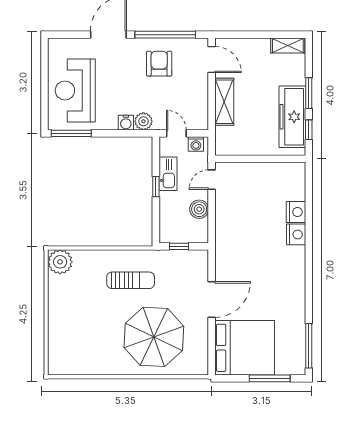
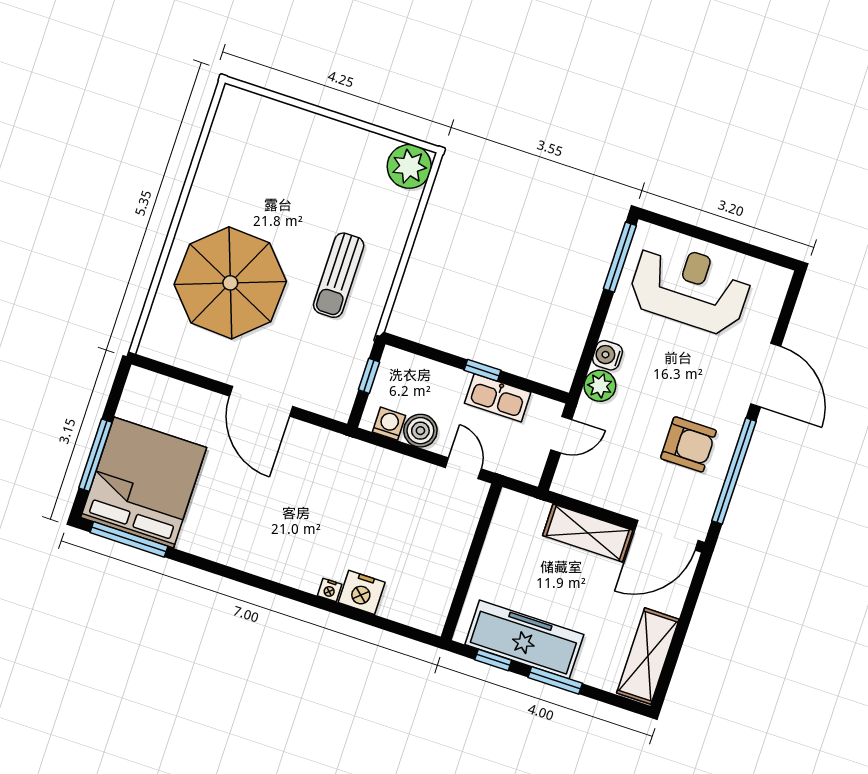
shelving: (288, 45) -> (648, 656), width x1.50, depth x1.33
door: (212, 59) -> (666, 535), width x1.36
washing machine: (196, 144) -> (389, 424), moved, turned 90
nightstand: (296, 234) -> (330, 590), width x0.53, depth x0.56
bed: (245, 348) -> (144, 483), moved, turned 180

